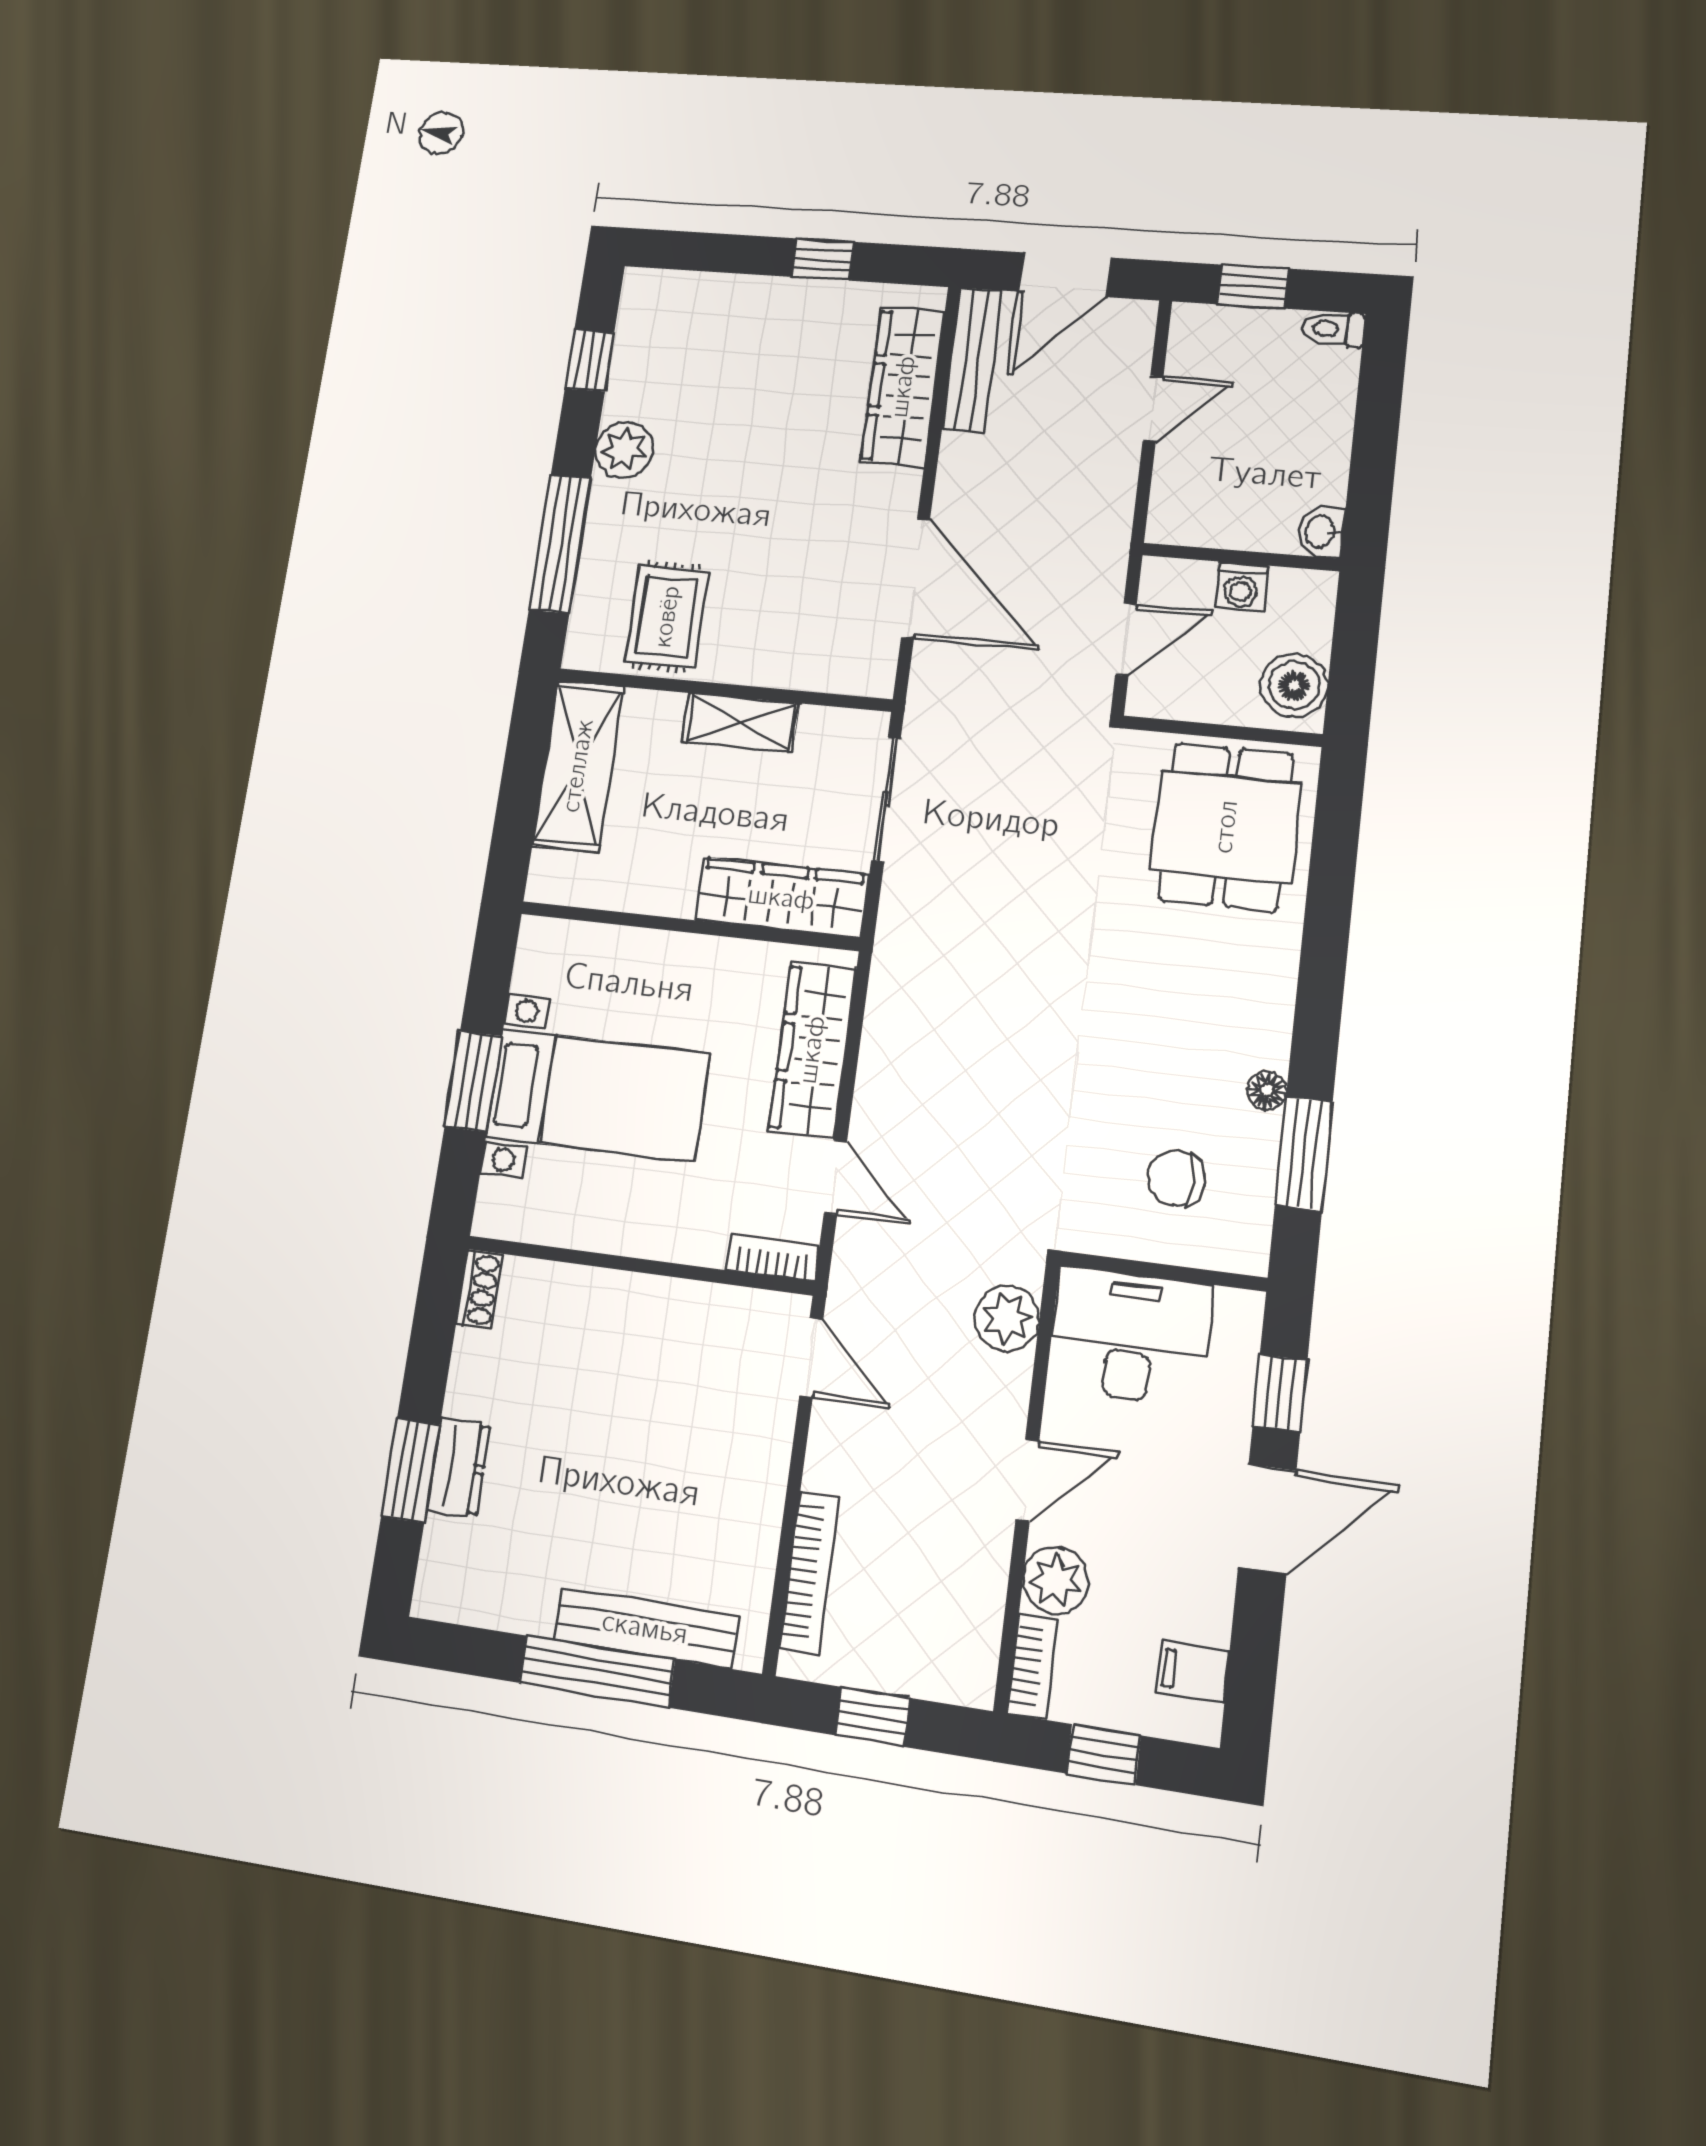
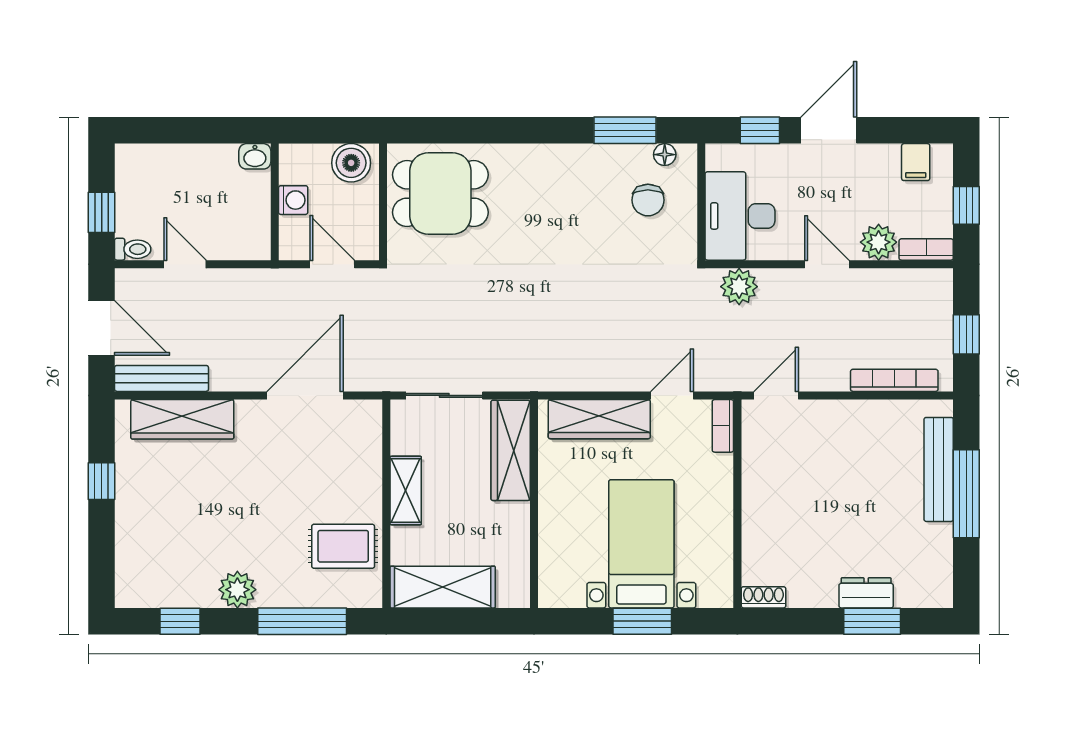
toilet: (1334, 329) -> (133, 249), moved, turned -90
floor lamp: (1267, 1091) -> (665, 155), moved
door: (1267, 1519) -> (829, 130), hinge flipped

